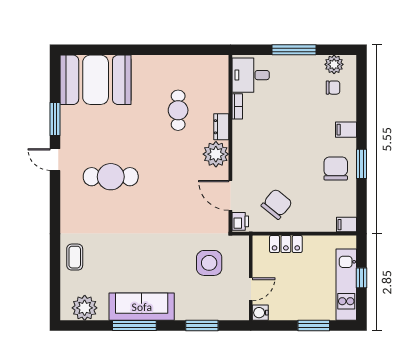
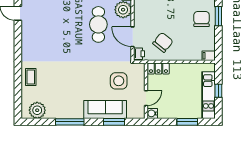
cafe table: (111, 177) -> (98, 24), moved, turned 90
locker: (286, 244) -> (158, 68), moved
sofa: (142, 307) -> (105, 110), moved

